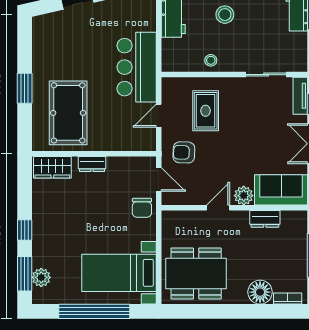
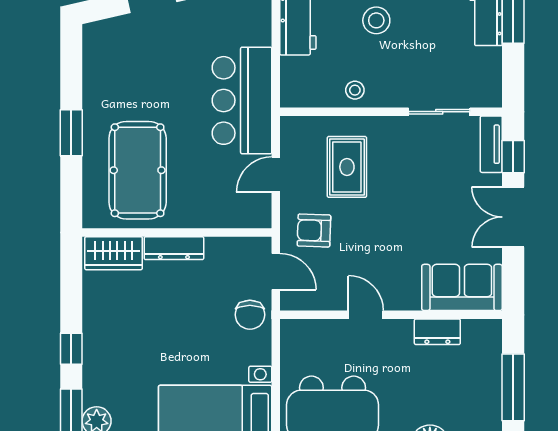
dresser: (92, 164) -> (174, 248), width x1.44
plant: (244, 196) -> (405, 296), removed
door: (218, 208) -> (366, 315), hinge flipped

